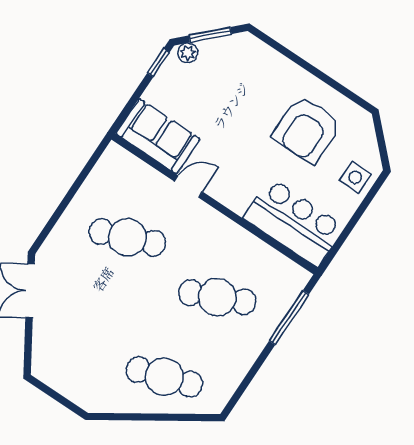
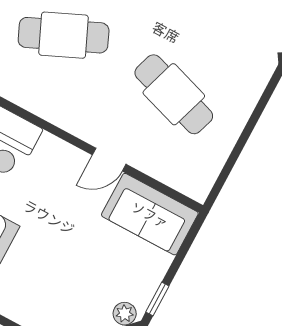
cafe table: (127, 237) -> (174, 94), turned 39

